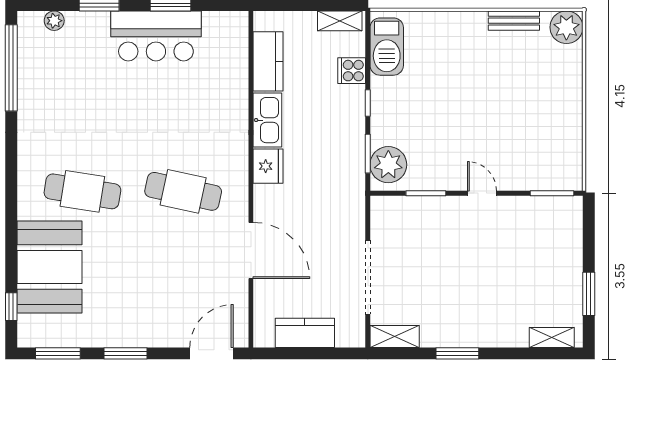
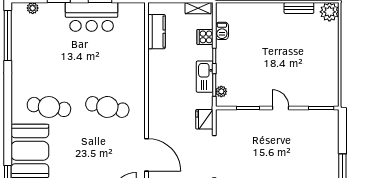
barbecue: (387, 47) -> (222, 31), width x0.53, depth x0.65
kitchen sink: (267, 120) -> (205, 77), moved, turned 180
plant: (388, 165) -> (221, 91), width x0.53, depth x0.53
fridge: (268, 166) -> (204, 119), moved, turned 180
door: (251, 251) -> (147, 155), moved

